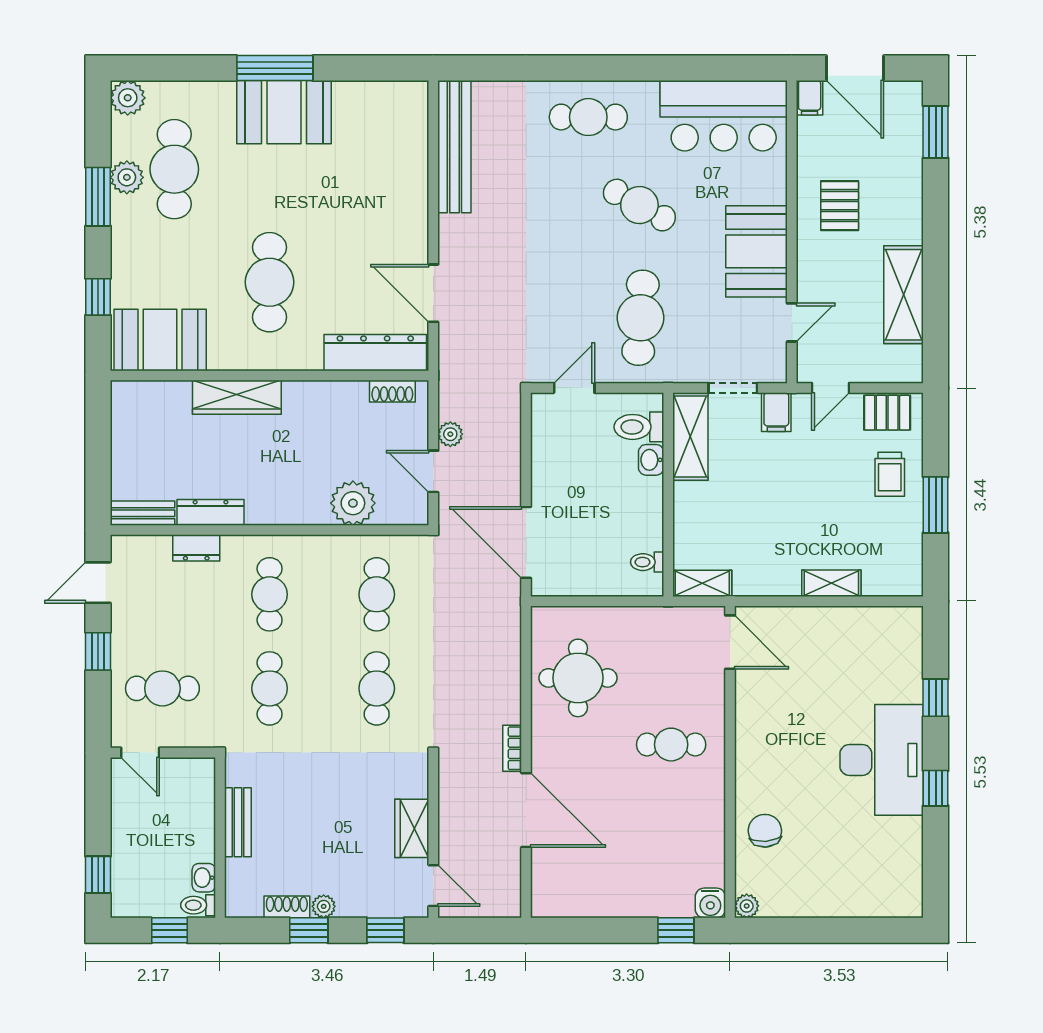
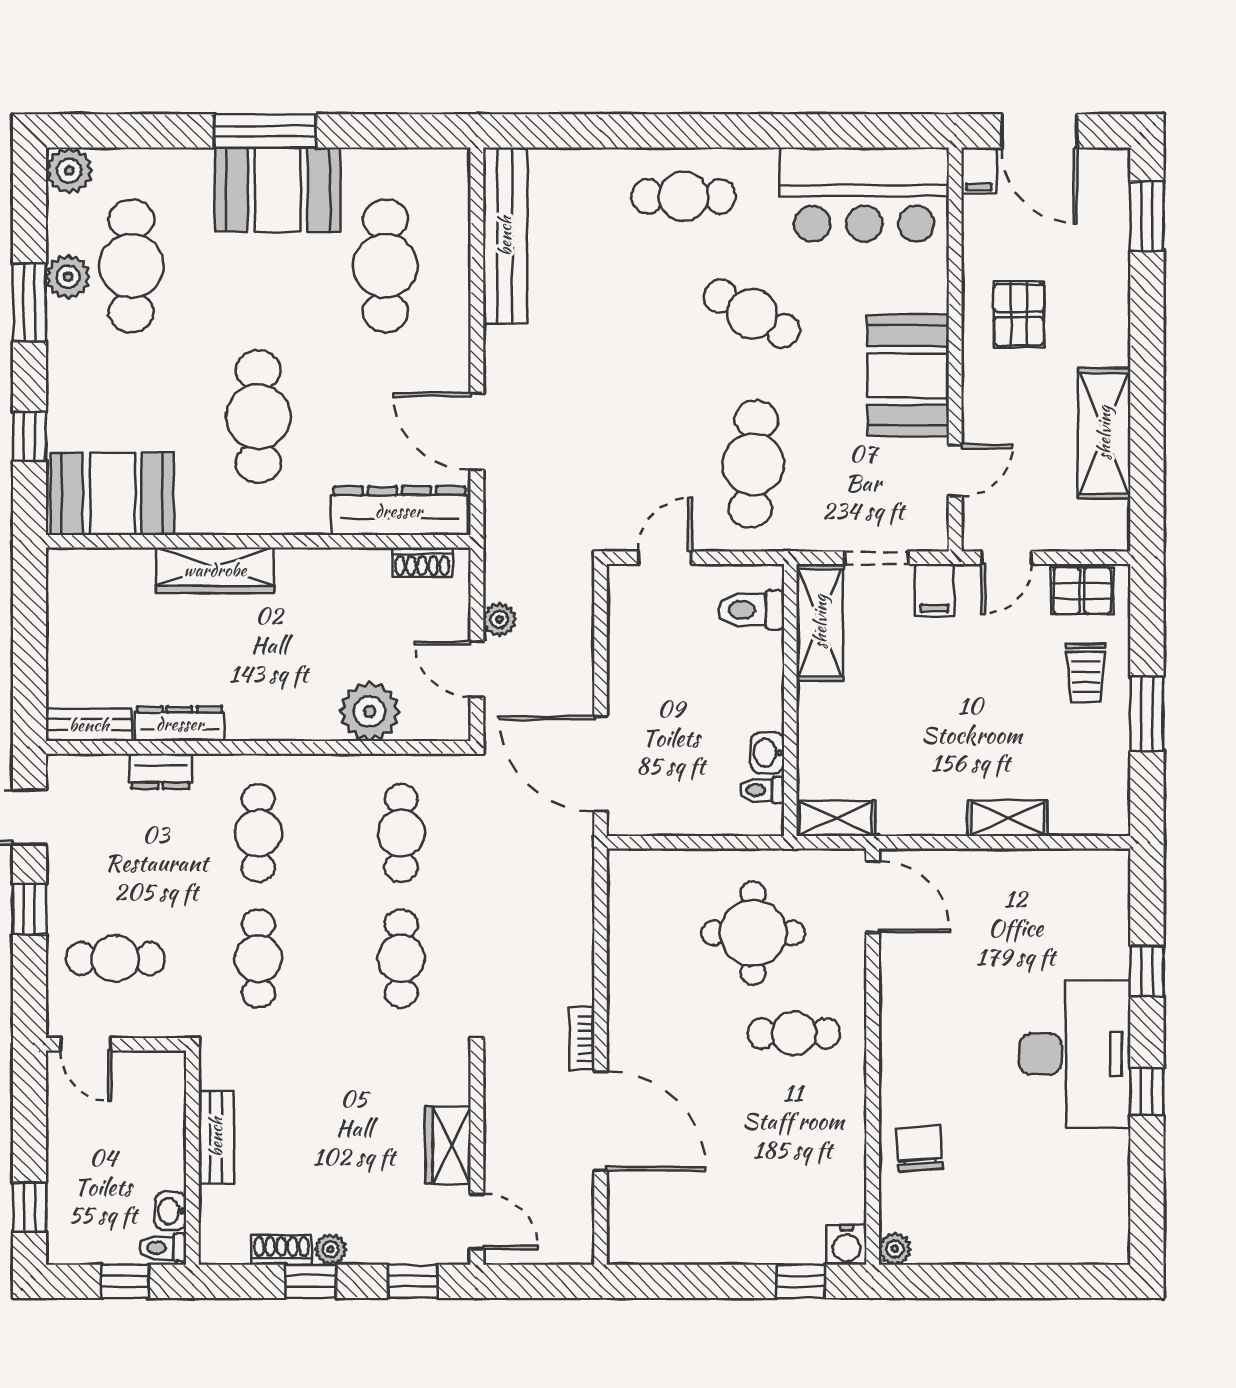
cafe table: (365, 169) -> (385, 266), added
washbasin: (651, 460) -> (767, 753), moved
round table: (578, 678) -> (753, 933), moved

